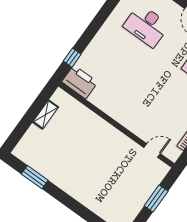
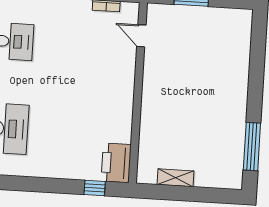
window: (35, 177) -> (252, 147), width x1.44

